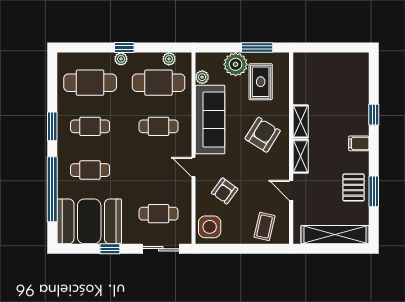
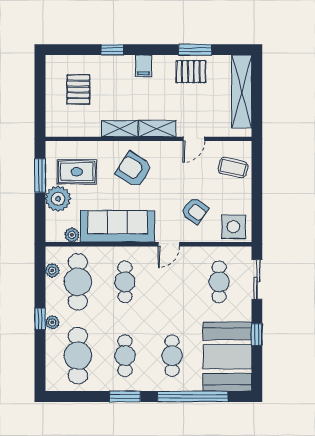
pallet: (337, 83) -> (78, 89), added

